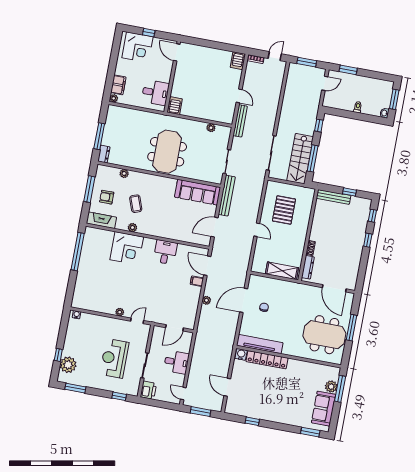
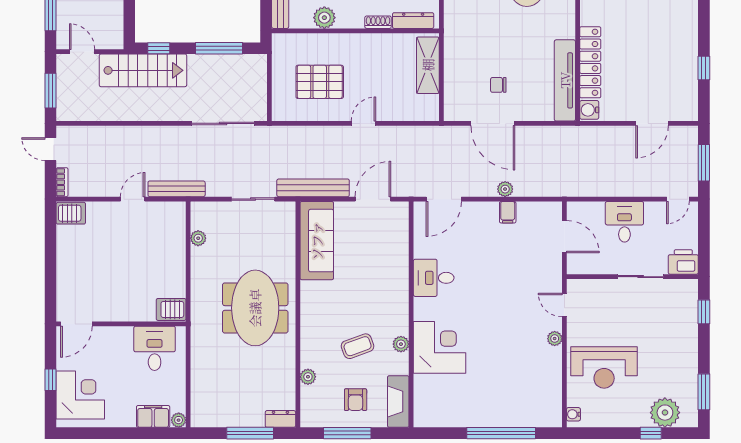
meeting table: (167, 152) -> (255, 308), turned 90
stairs: (300, 159) -> (143, 70), moved
plant: (319, 219) -> (324, 18), added
door: (214, 227) -> (373, 199), swing flipped
window: (78, 252) -> (501, 433), moved
filing cabinet: (197, 281) -> (508, 212), moved
reception desk: (114, 358) -> (604, 367), moved

